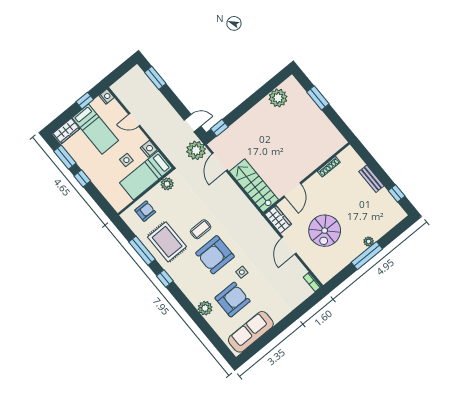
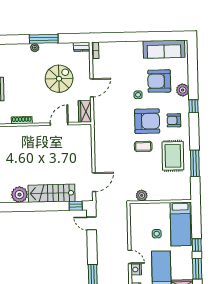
nightstand: (149, 149) -> (136, 270), moved
plant: (196, 150) -> (104, 203), removed
bed: (146, 175) -> (180, 224), moved, turned 90
stairs: (254, 186) -> (52, 193), moved, turned 90
armchair: (145, 211) -> (174, 120), moved
dresser: (327, 275) -> (82, 47), added
window: (165, 278) -> (194, 106), moved

